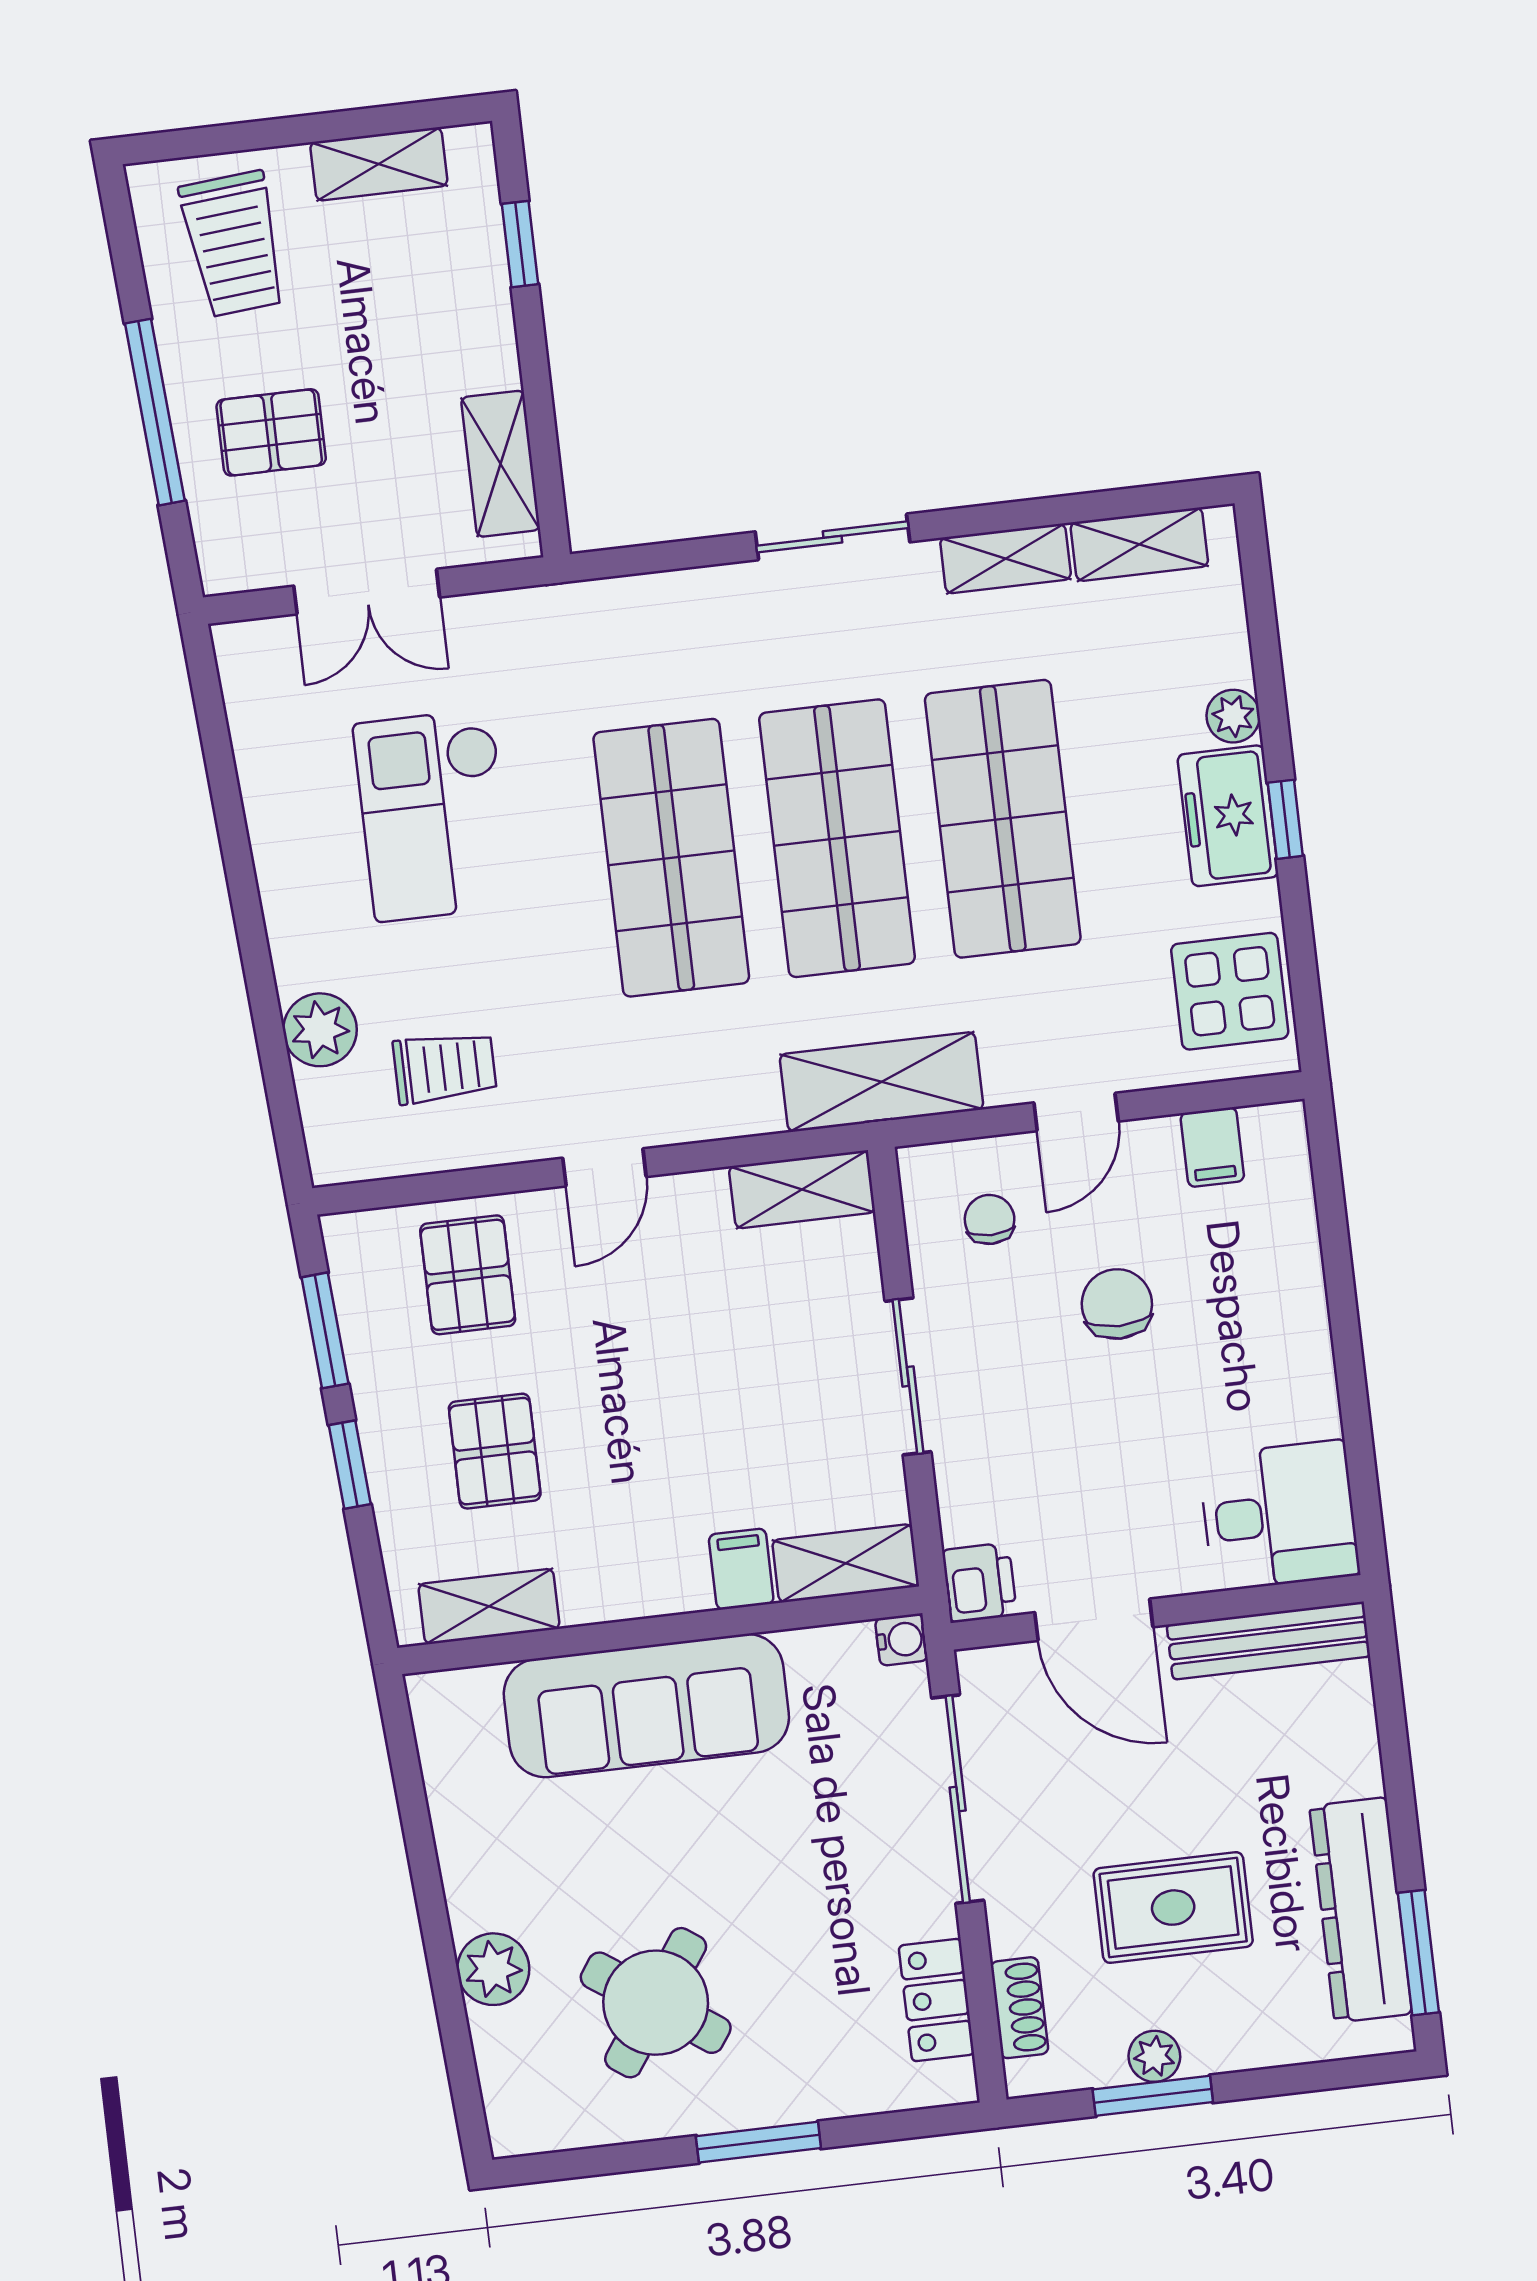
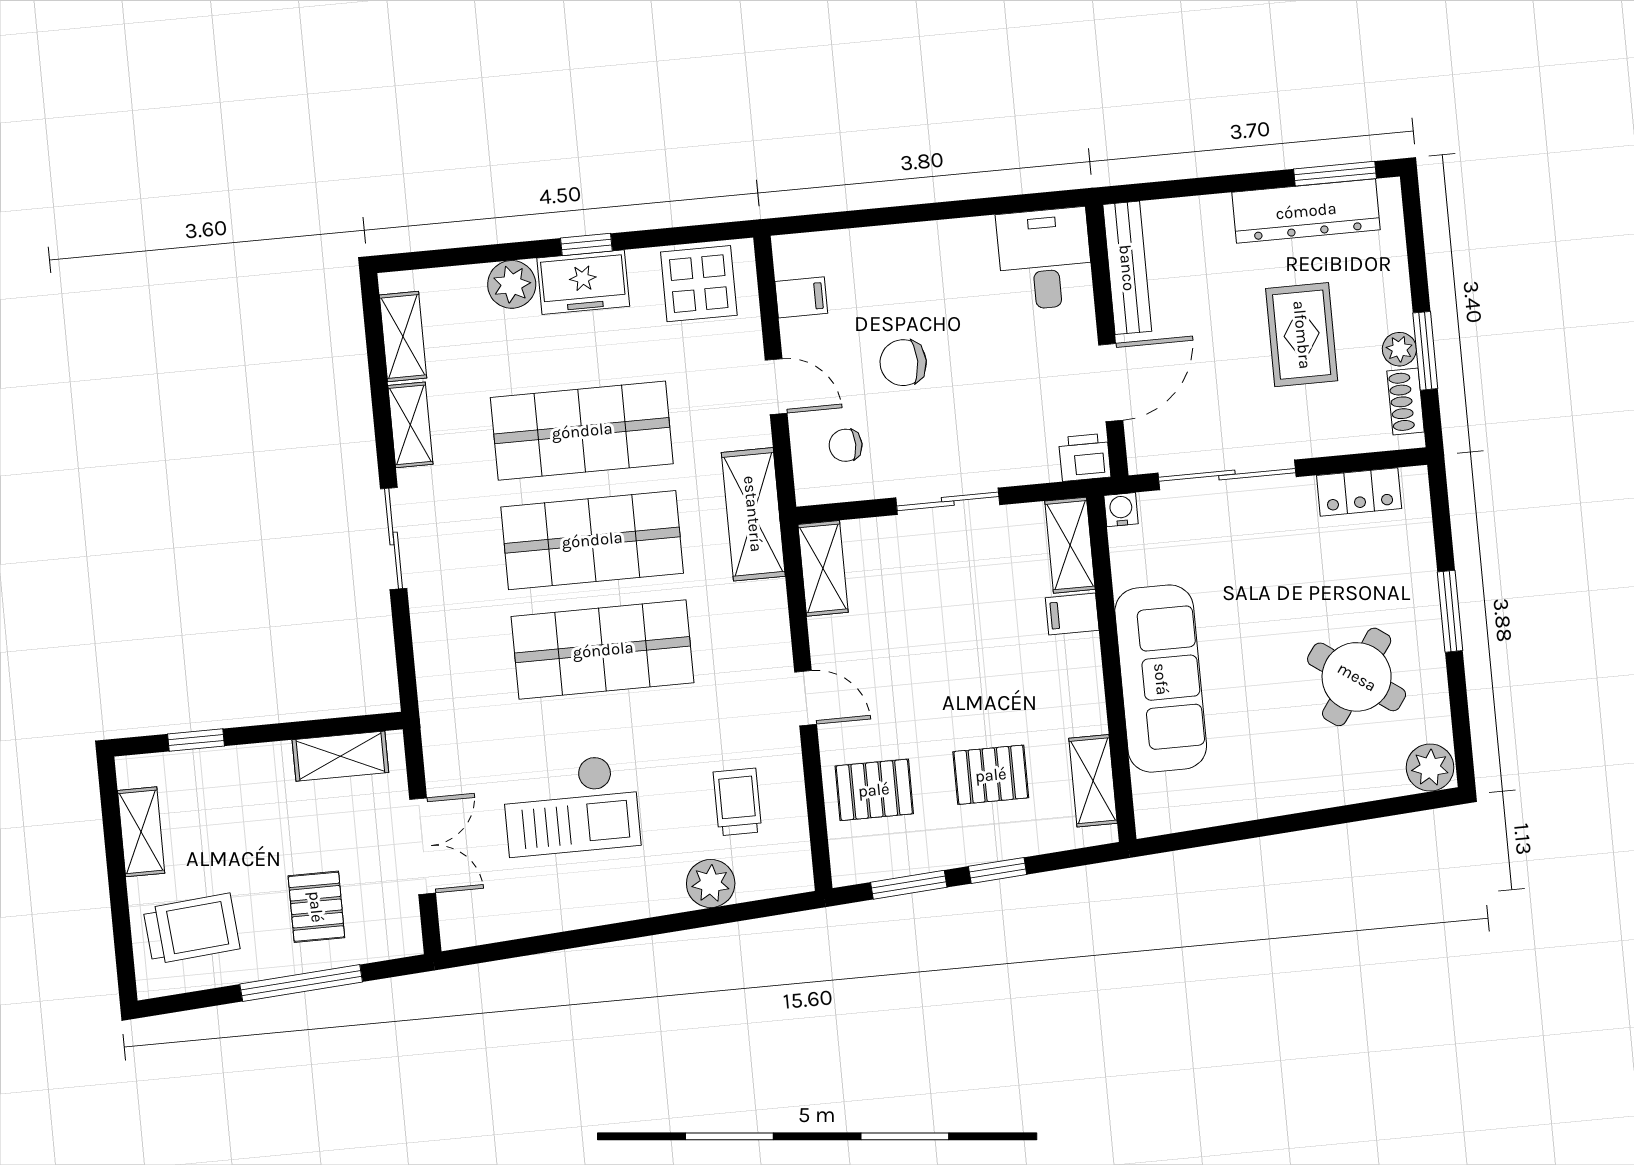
plant: (1233, 716) -> (512, 284), width x1.38, depth x1.38
plant: (493, 1969) -> (1430, 768), moved
shoe rack: (1019, 2008) -> (1406, 401), moved, turned -90

